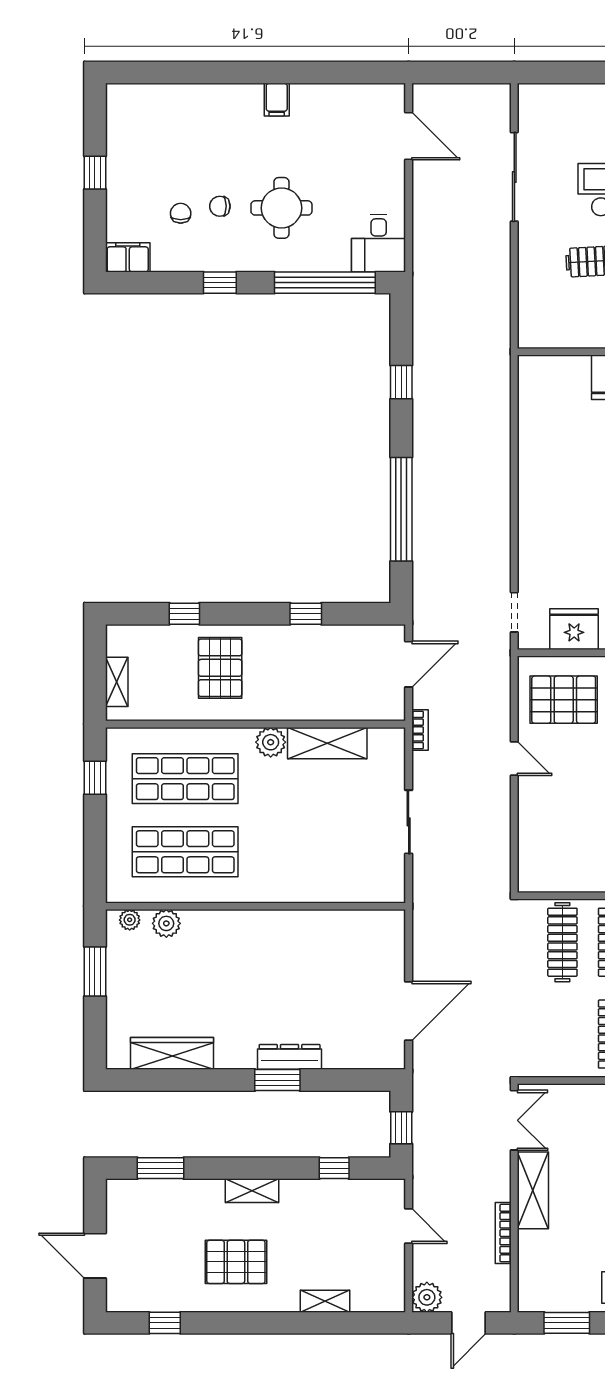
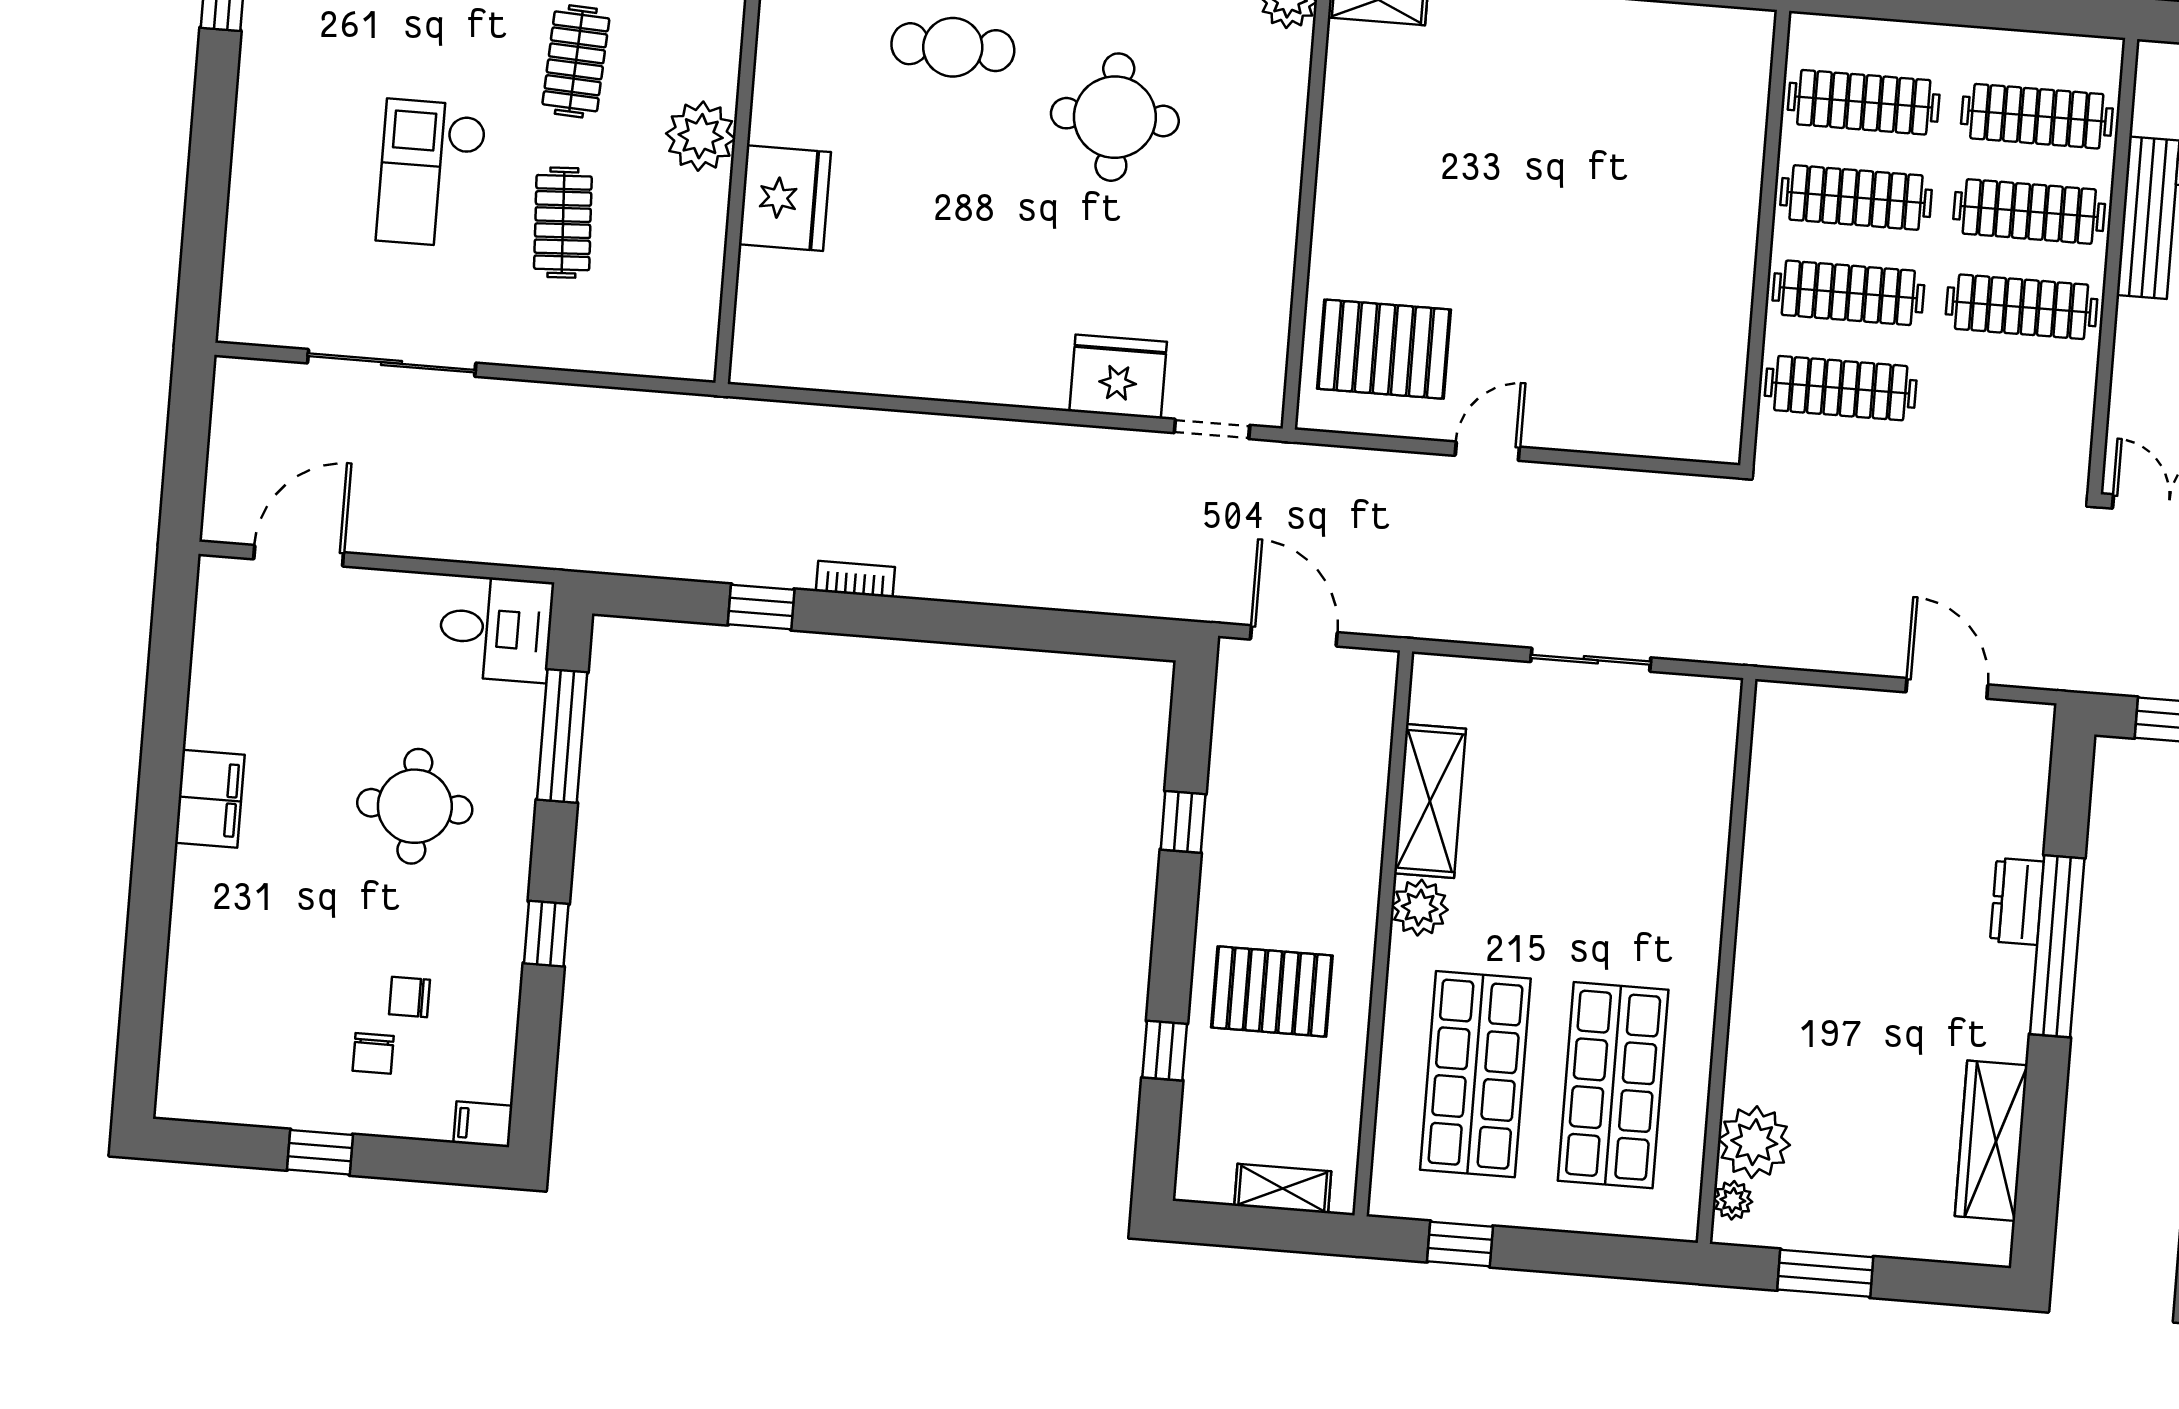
filing cabinet: (277, 100) -> (210, 799), width x2.00
chair: (220, 206) -> (373, 1053), moved
filing cabinet: (128, 257) -> (483, 1124), width x0.50
window: (325, 283) -> (562, 736), width x0.68
window: (401, 509) -> (1001, 626), removed
fridge: (574, 629) -> (1118, 377), moved, turned 90
pallet: (564, 700) -> (1384, 349), turned 90
bookcase: (420, 730) -> (855, 579), moved
plant: (166, 923) -> (1754, 1142), width x1.36, depth x1.36
door: (409, 1011) -> (1947, 688), width x0.73
dresser: (290, 1057) -> (2017, 901), width x0.70
window: (277, 1080) -> (2057, 946), width x2.11

